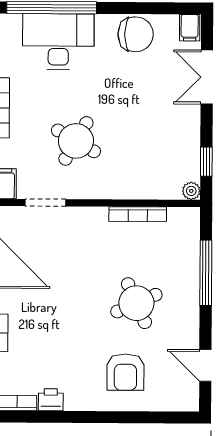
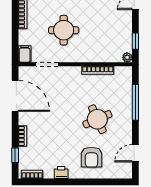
round table: (76, 141) -> (64, 30), turned -30
door: (205, 365) -> (135, 153), hinge flipped
printer: (51, 400) -> (61, 173), moved

